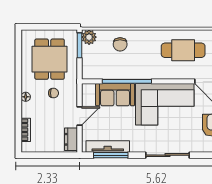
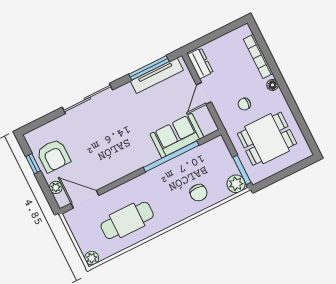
chair: (120, 44) -> (199, 193), turned 180
dining table: (50, 59) -> (267, 139), turned 90
corner sofa: (165, 104) -> (118, 152), removed
bookcase: (26, 130) -> (258, 56), width x1.56

